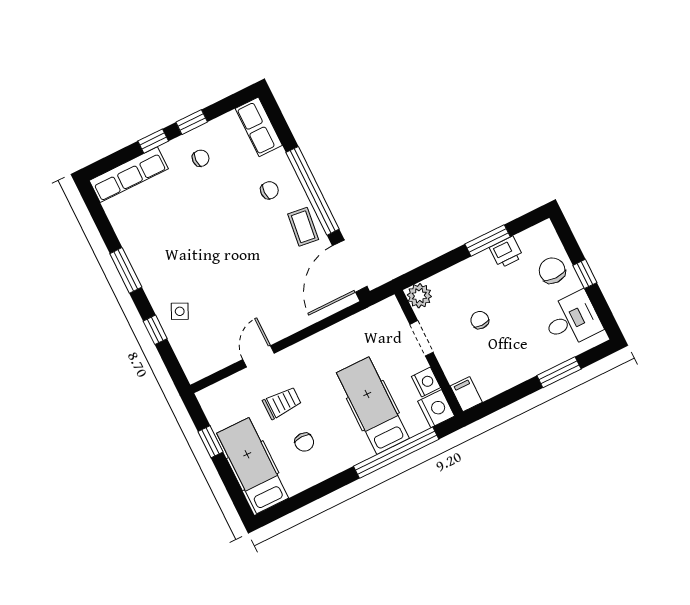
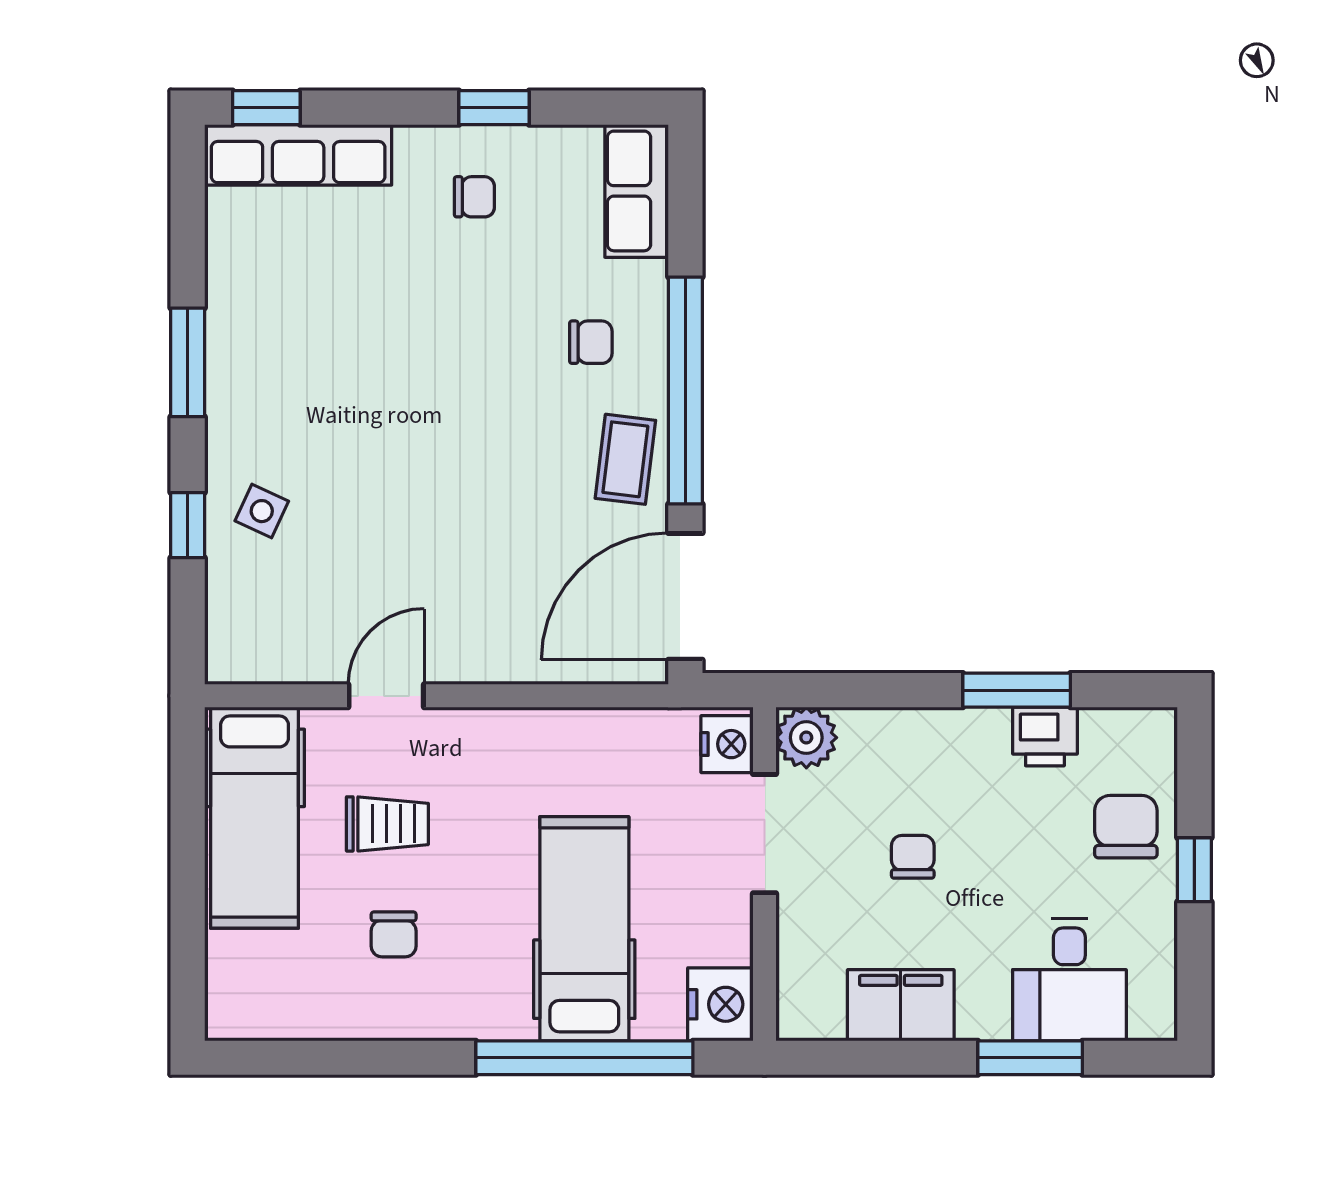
window: (153, 141) -> (266, 108), moved
desk: (572, 320) -> (1069, 979), moved, turned 90
doorway: (421, 338) -> (765, 834), width x1.38
nightstand: (426, 382) -> (727, 744), moved
filing cabinet: (466, 394) -> (901, 1005), moved, width x2.00
window: (211, 442) -> (188, 832), removed
hospital bed: (253, 466) -> (255, 818), moved, turned 180

